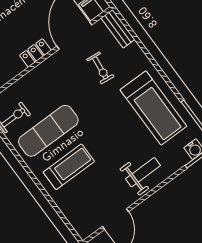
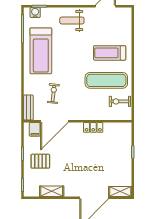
locker: (35, 53) -> (93, 127), moved
treadmill: (153, 108) -> (41, 51), turned 180

